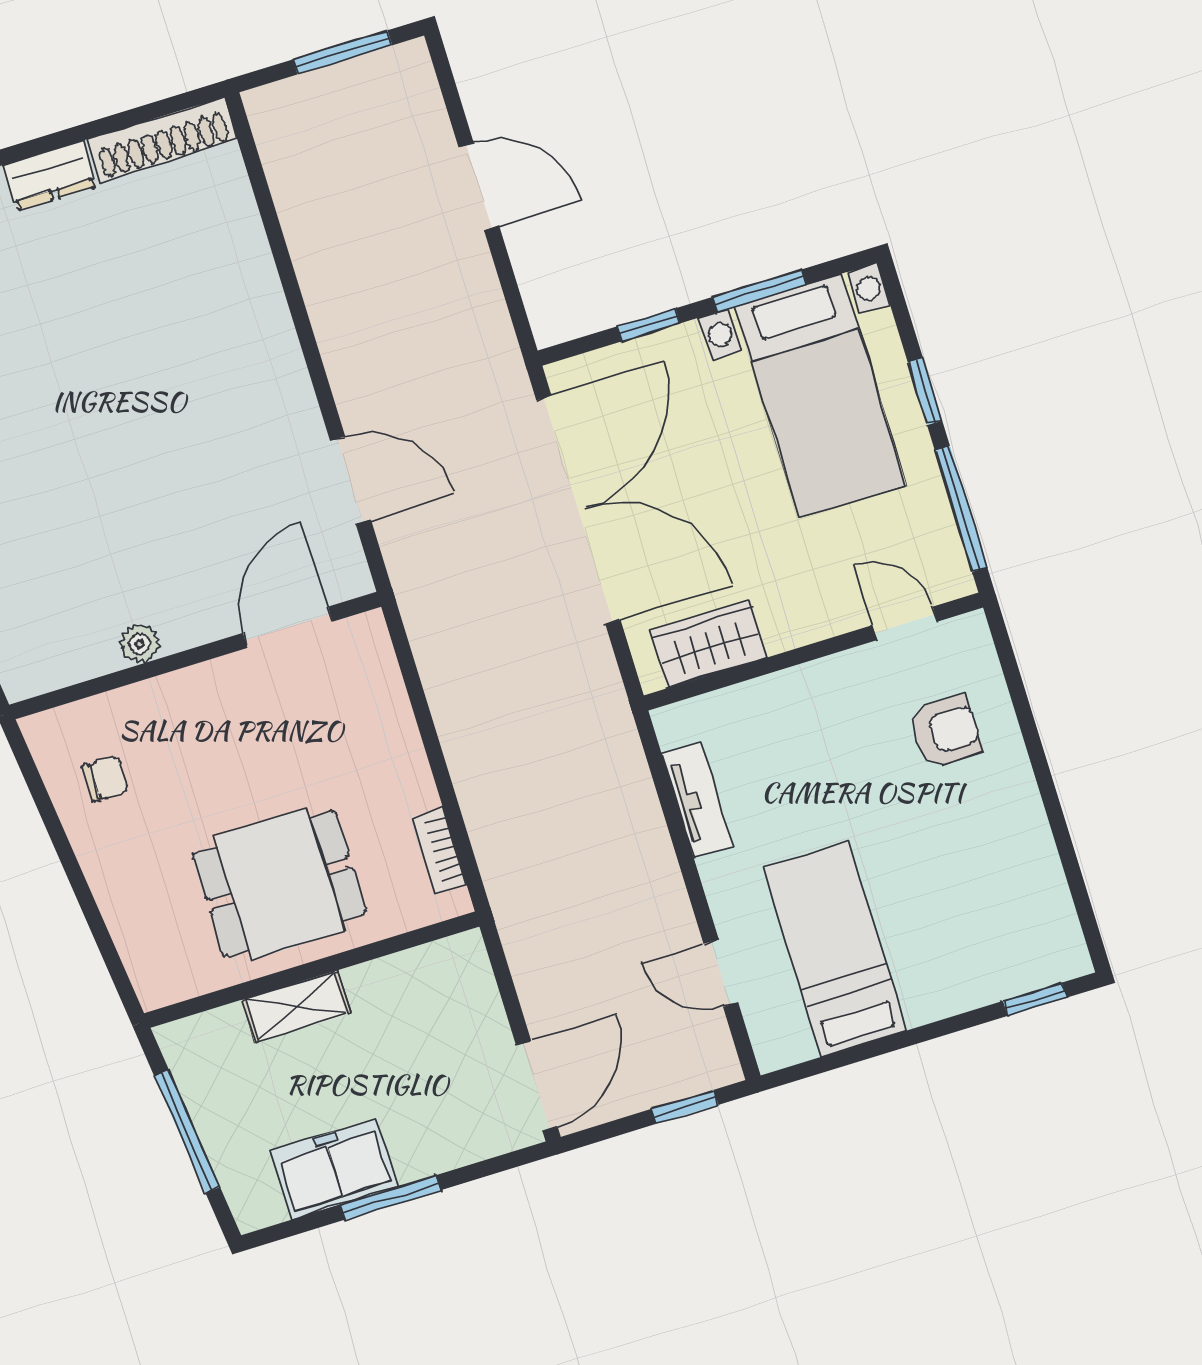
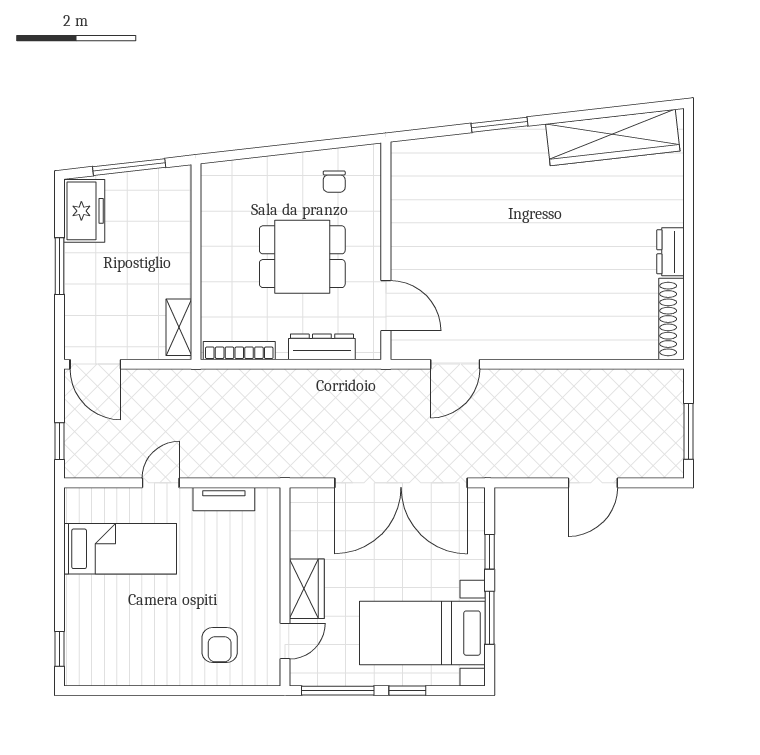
plant: (140, 644) -> (401, 223), removed
wardrobe: (709, 644) -> (307, 589), moved
dresser: (390, 714) -> (322, 347), added
bookcase: (439, 851) -> (239, 351), width x1.56
dining table: (280, 884) -> (302, 257), moved, turned 90
door: (721, 973) -> (161, 483), moved
shelving: (296, 1007) -> (179, 327), moved
freezer: (334, 1169) -> (84, 211), moved

